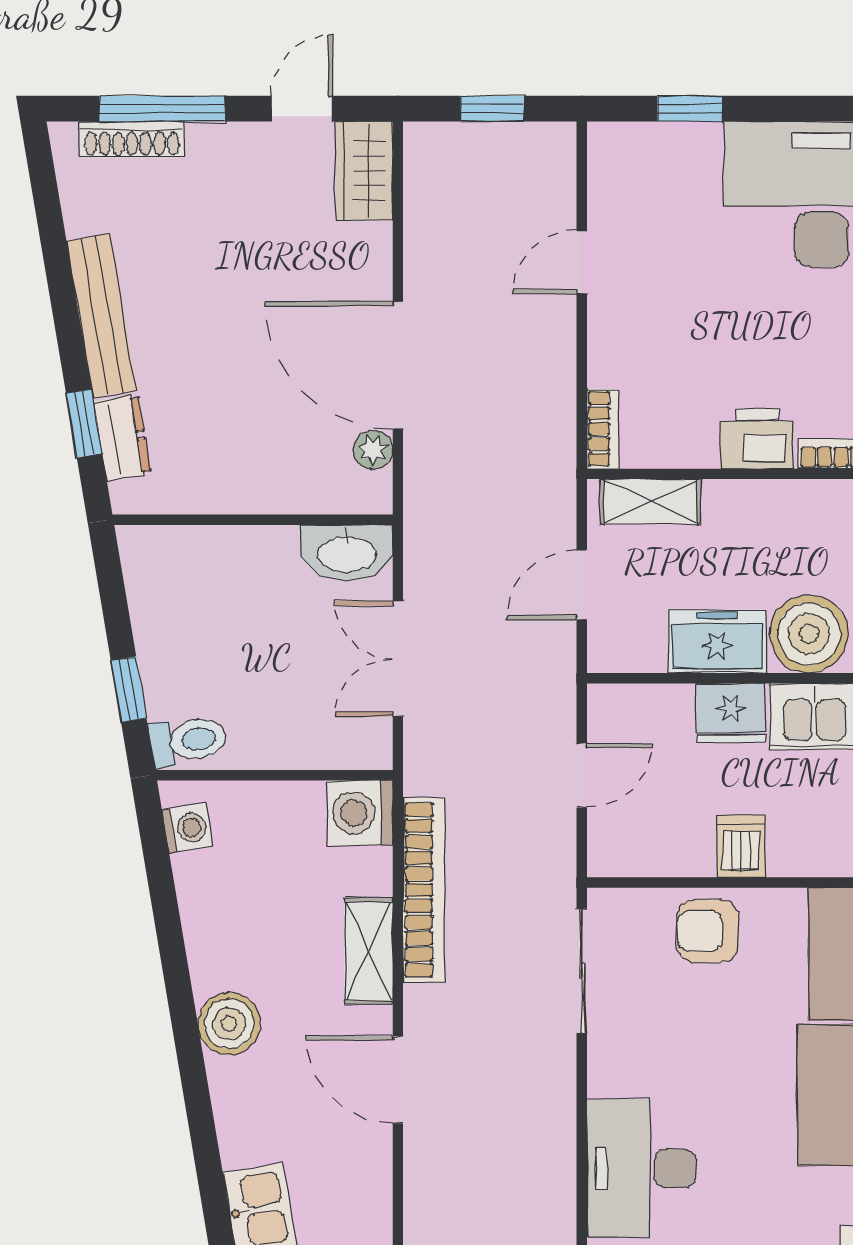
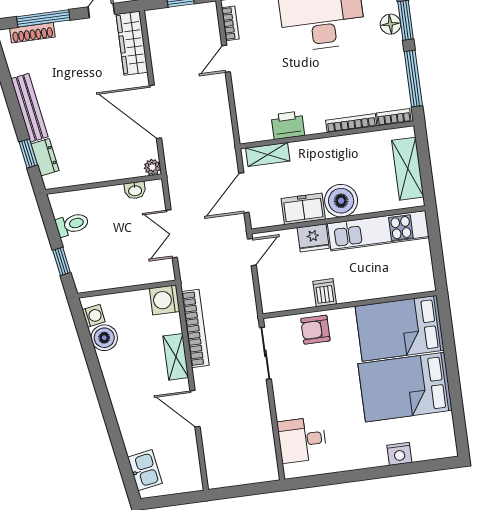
wardrobe: (364, 171) -> (132, 43), width x1.50
bookcase: (603, 429) -> (230, 23), moved
printer: (757, 439) -> (288, 125), moved
plant: (373, 450) -> (152, 167), moved
washbasin: (347, 553) -> (135, 190), width x0.52, depth x0.69
door: (582, 585) -> (244, 193), width x1.38
toilet: (188, 741) -> (72, 224), moved
door: (582, 775) -> (252, 252), moved
boiler: (229, 1024) -> (104, 338), moved
desk: (641, 1168) -> (302, 440), width x0.73

